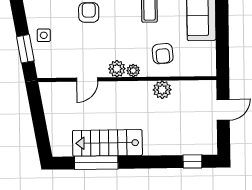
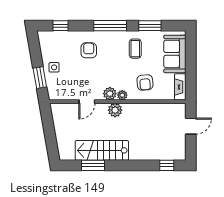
fireplace: (209, 59) -> (180, 87), added
plant: (162, 90) -> (115, 110), moved
window: (96, 163) -> (93, 165), width x0.69

